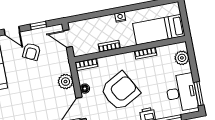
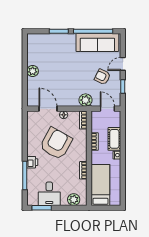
cot: (102, 24) -> (114, 139), added
door: (68, 39) -> (107, 109), hinge flipped
plant: (66, 82) -> (86, 100), moved
armchair: (120, 91) -> (56, 143), turned -122
desk: (181, 93) -> (49, 194), width x0.73

